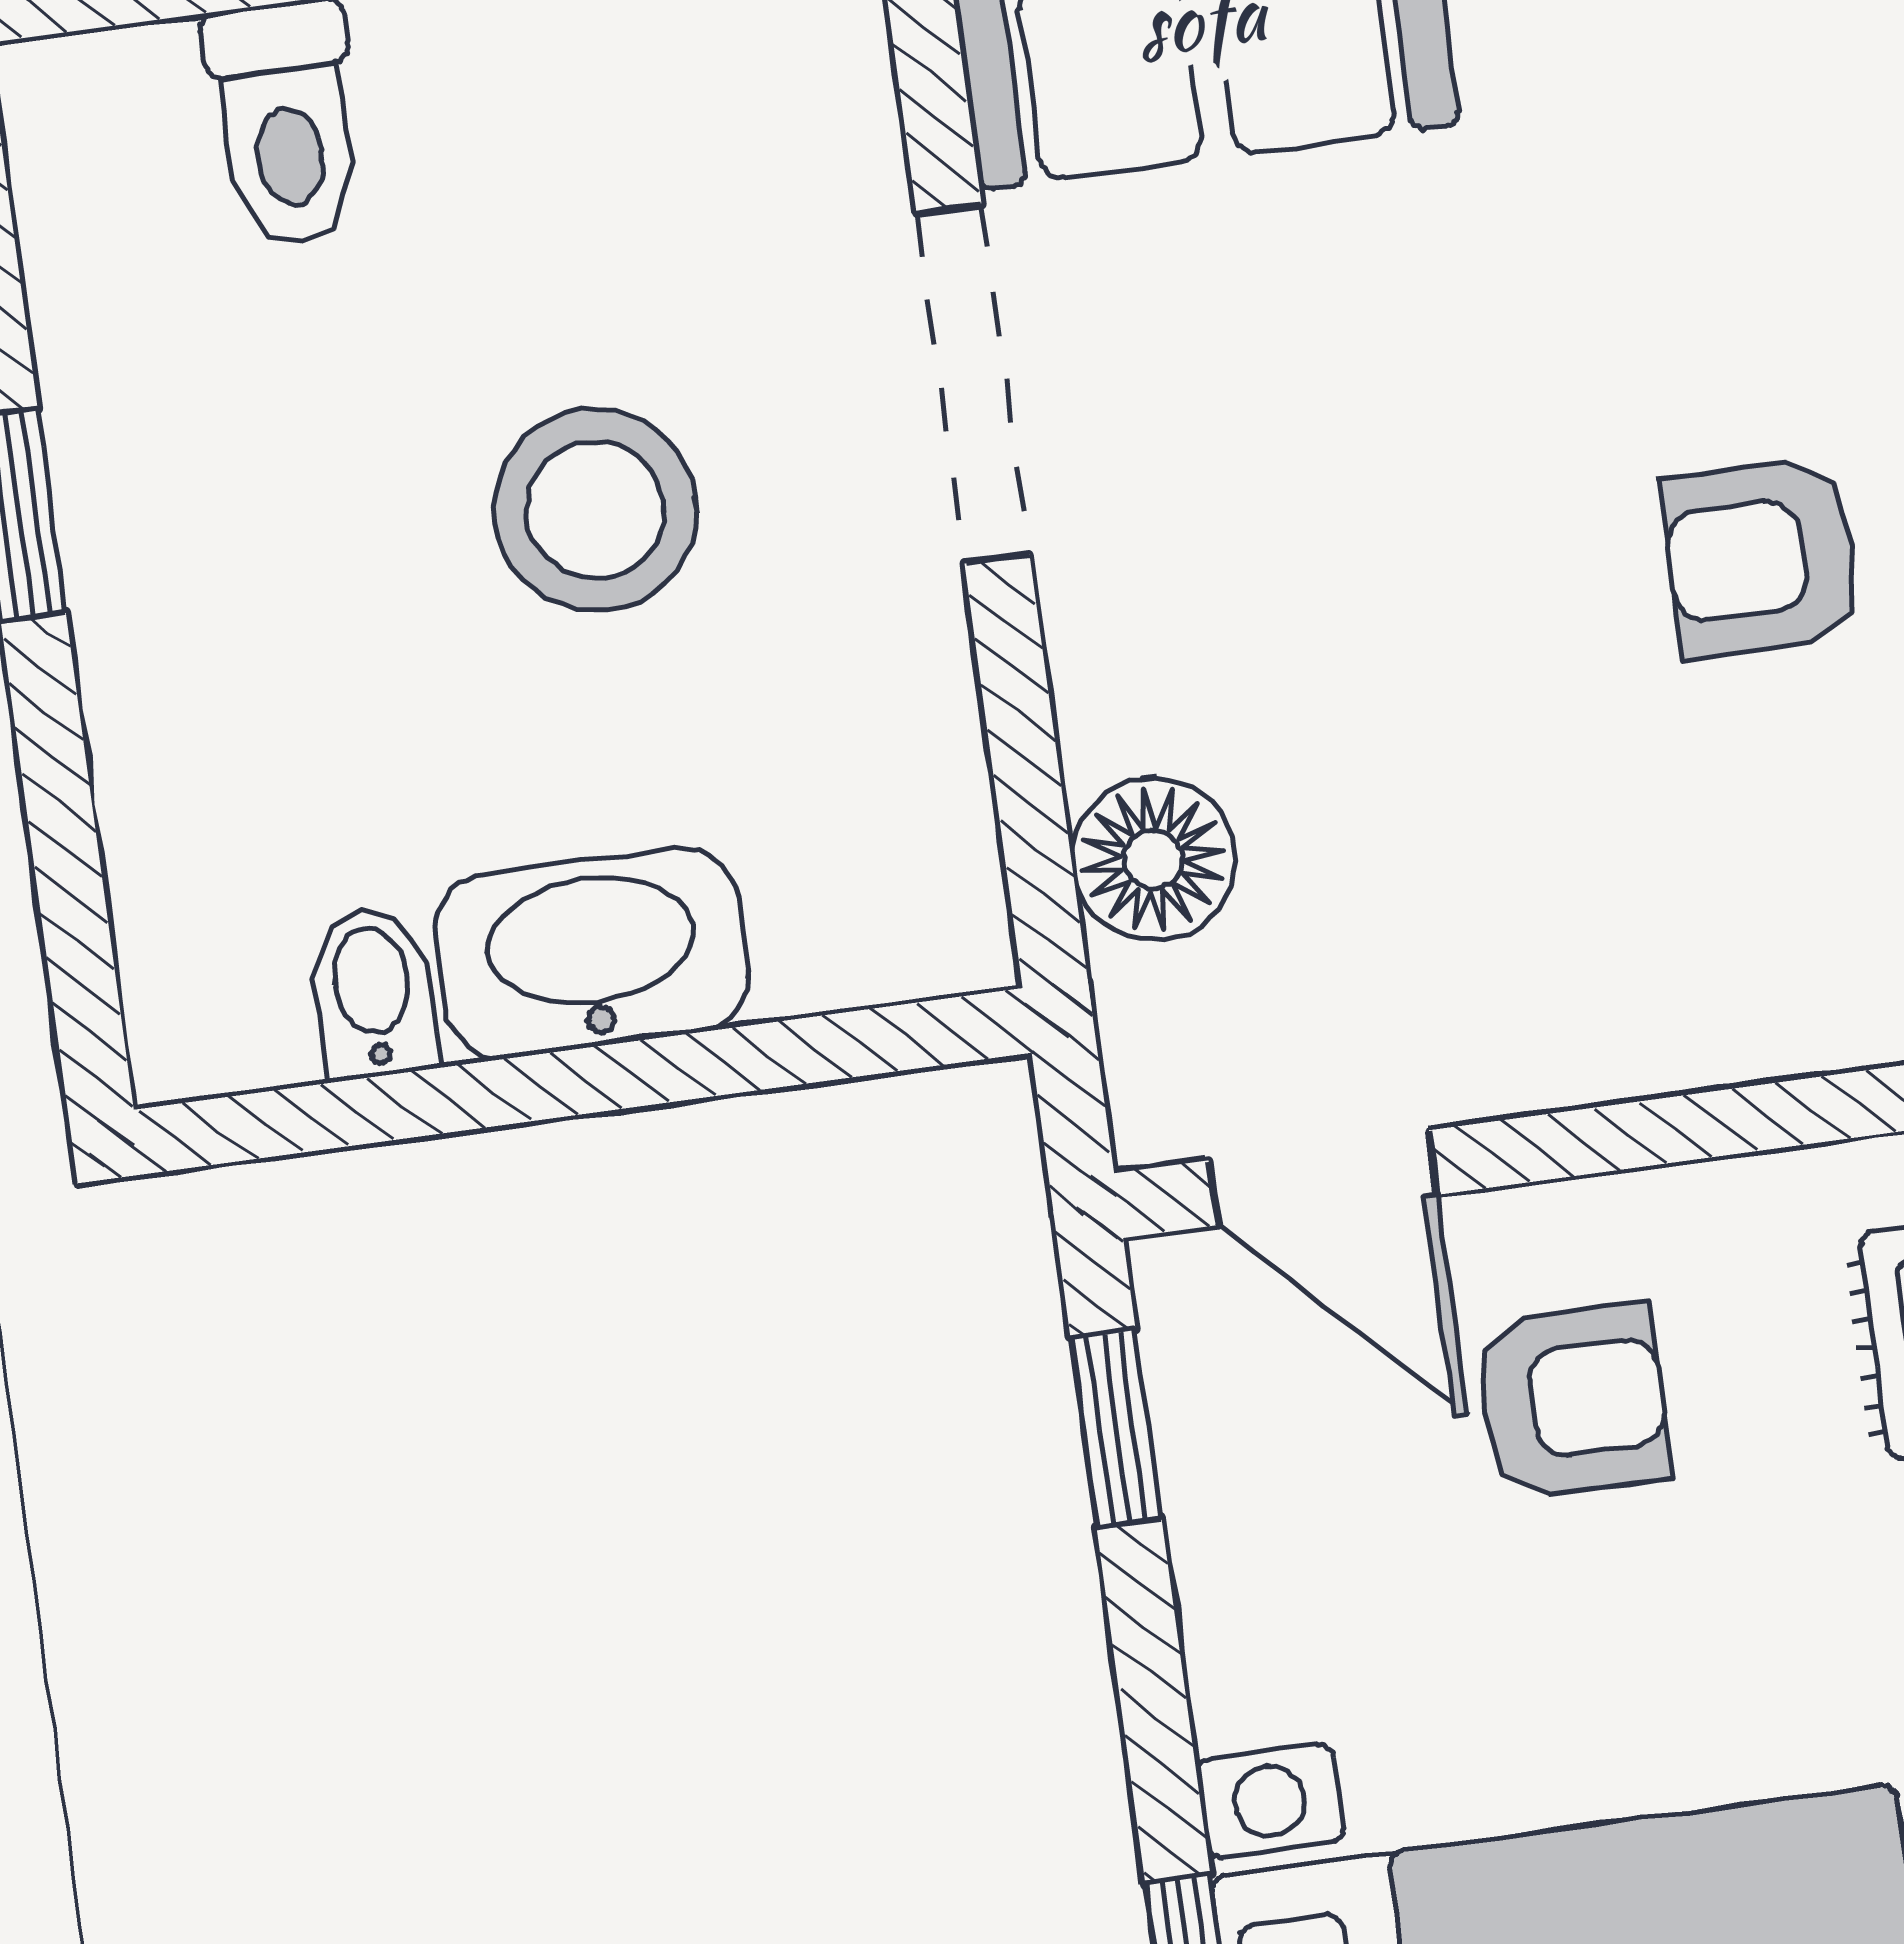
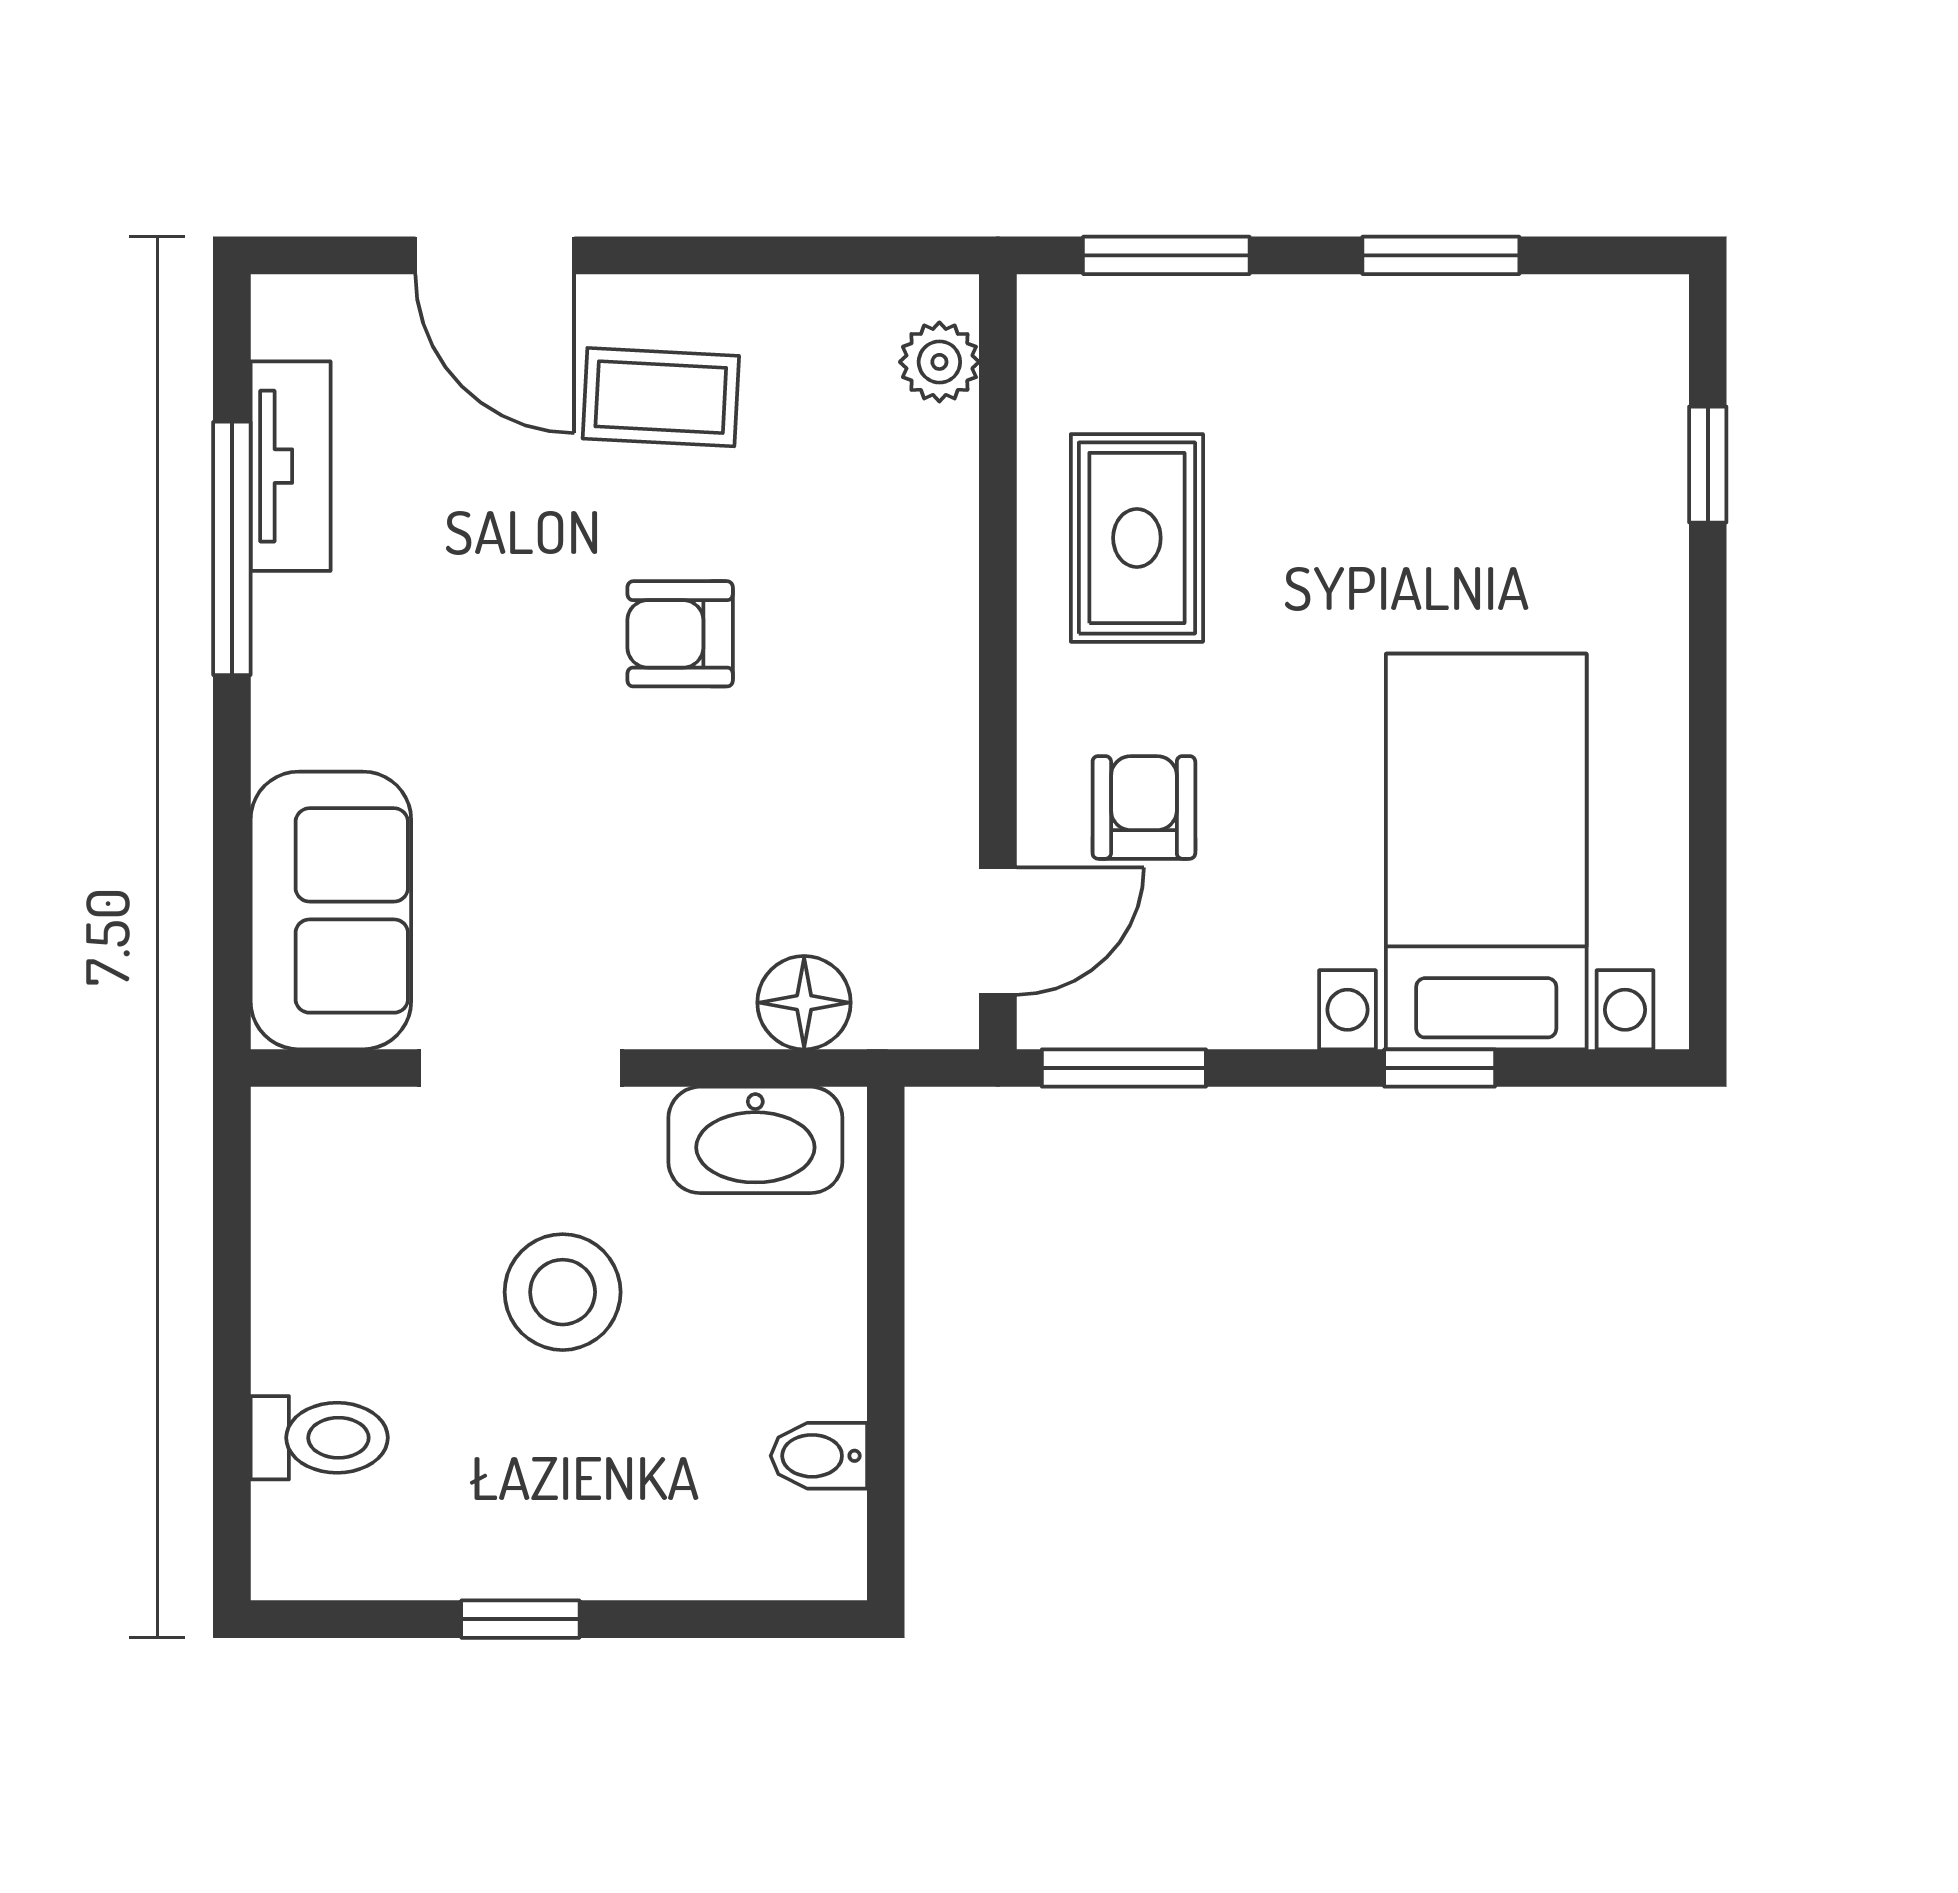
armchair: (1762, 557) -> (680, 634), turned 90
washbasin: (592, 953) -> (755, 1140), moved, turned -90
window: (1116, 1428) -> (1124, 1068), width x1.50

